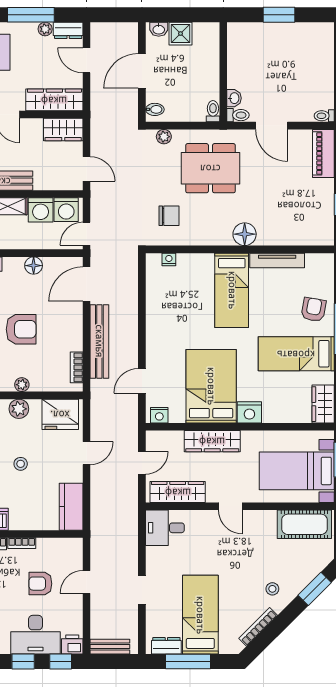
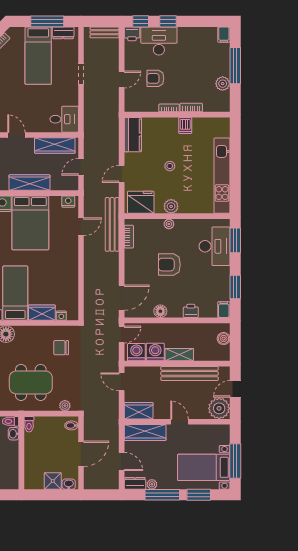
wardrobe: (195, 264) -> (42, 313), added
bench: (99, 341) -> (112, 224), moved
armchair: (40, 584) -> (155, 78), turned 180

